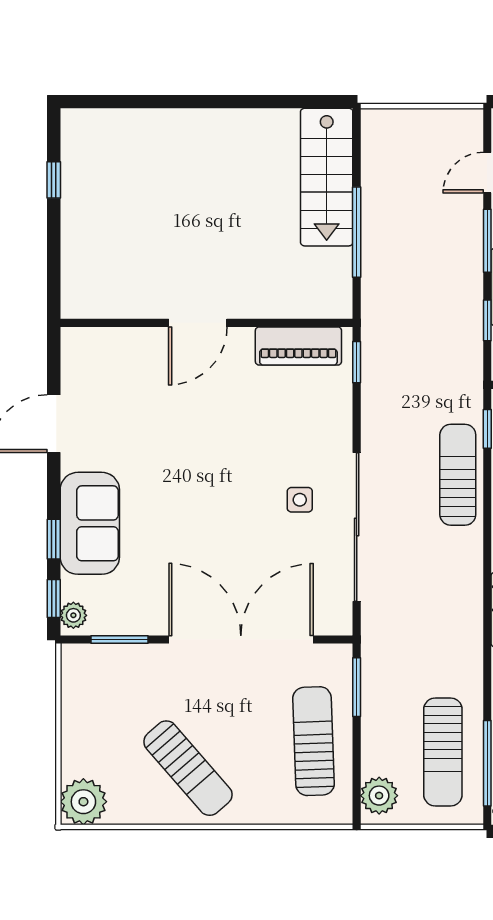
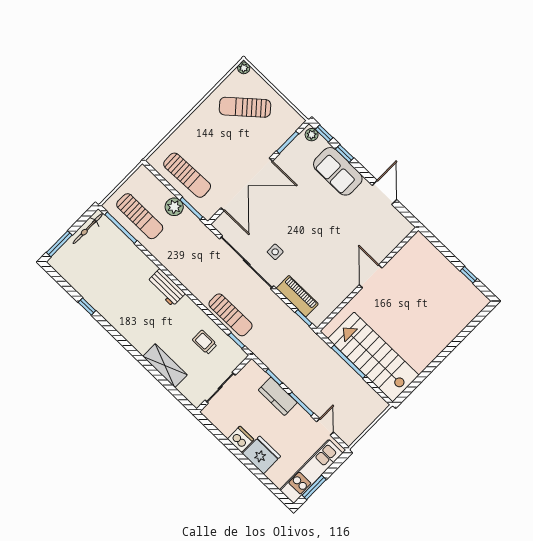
stairs: (327, 177) -> (373, 357), width x1.36, depth x1.51
piano: (298, 346) -> (297, 296), moved, turned 90
sun lounger: (443, 752) -> (140, 216), turned 180
sun lounger: (188, 768) -> (245, 107), moved
plant: (379, 796) -> (174, 207), moved
plant: (83, 802) -> (244, 68), width x0.53, depth x0.53

